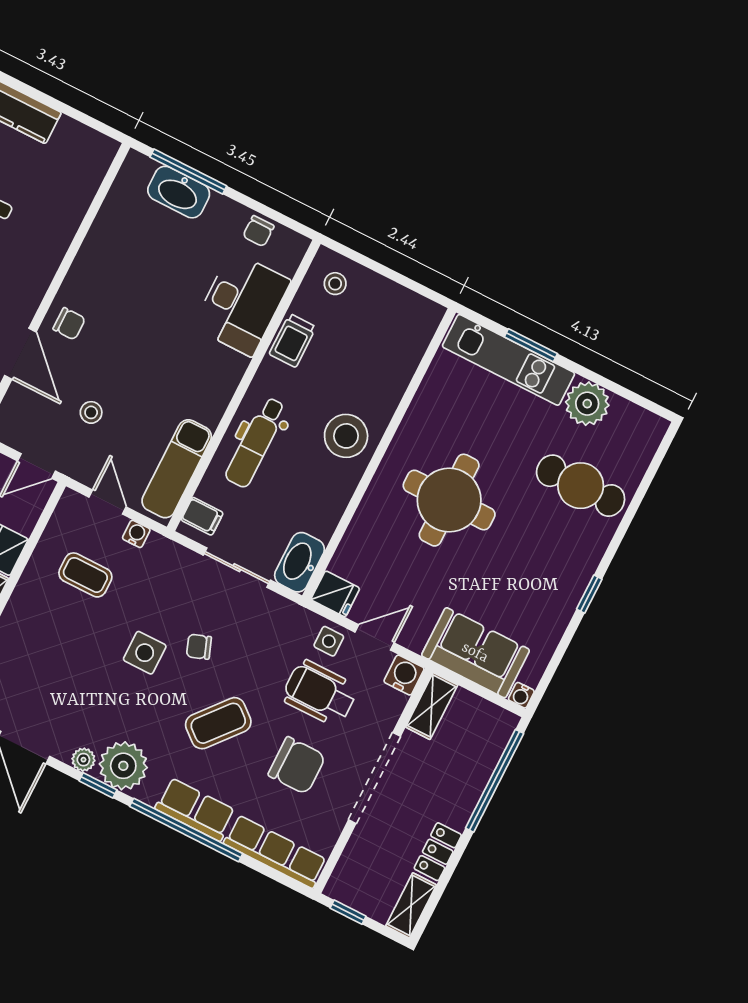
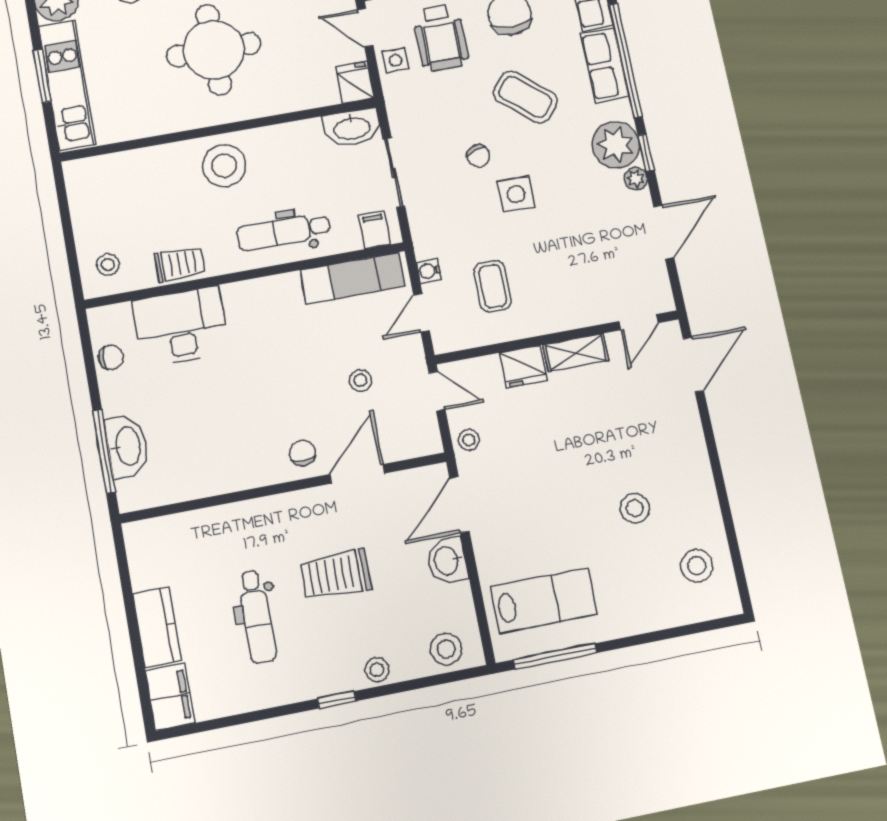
dental chair: (256, 442) -> (284, 232), turned 180

